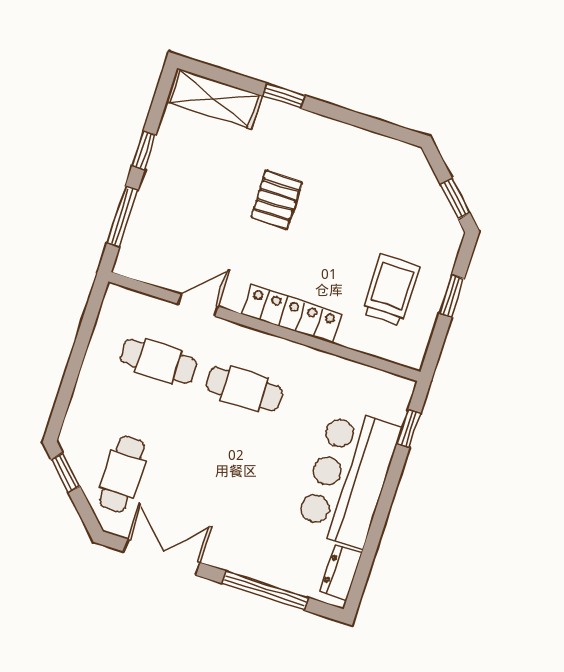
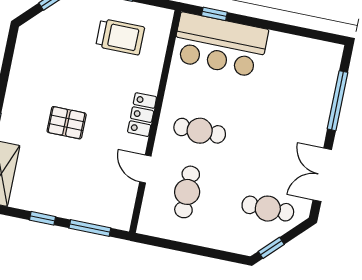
trolley: (391, 290) -> (120, 37), turned 180
locker: (292, 314) -> (142, 115), width x0.66
cafe table: (244, 389) -> (200, 131), turned 90
bar counter: (349, 478) -> (220, 45), moved
dresser: (341, 572) -> (319, 50), removed

